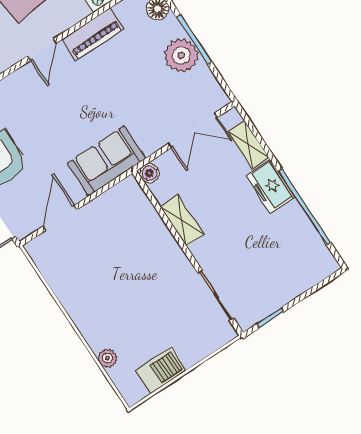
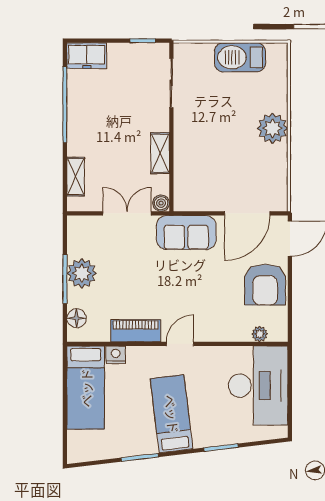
double door: (193, 130) -> (127, 213), moved
freezer: (270, 186) -> (87, 56), moved, turned 90
door: (60, 218) -> (247, 213), width x1.36
plant: (108, 358) -> (273, 128), moved, width x1.88, depth x1.88
barbecue: (161, 370) -> (240, 57), width x1.37, depth x1.21

